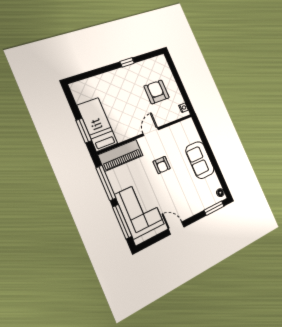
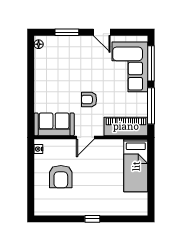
window: (127, 62) -> (92, 219), moved
window: (84, 131) -> (151, 164), removed
sofa: (200, 160) -> (54, 124), moved, turned -90
armchair: (162, 165) -> (89, 100), turned -90
window: (214, 208) -> (67, 32), moved

